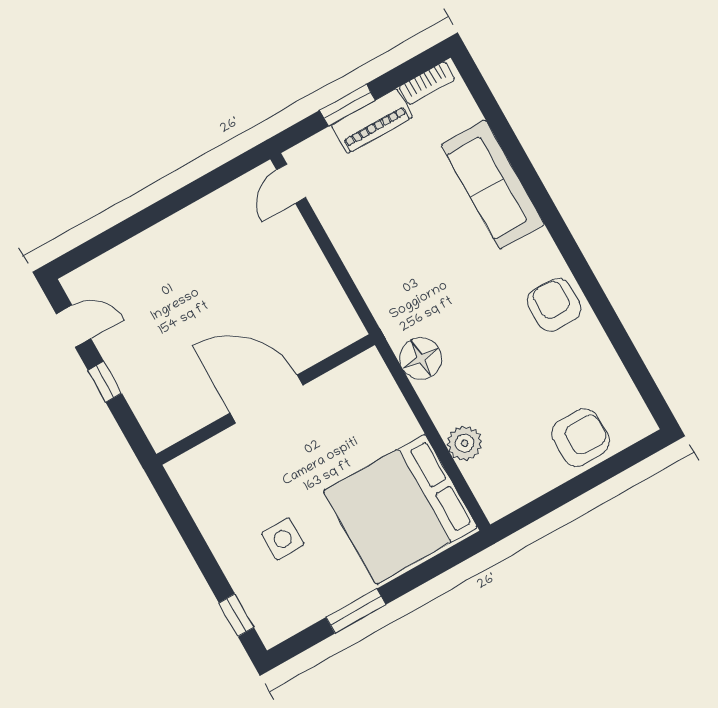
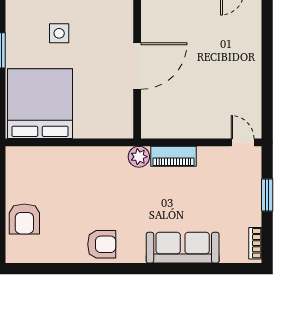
piano: (372, 121) -> (174, 156), moved, turned -90
floor lamp: (421, 359) -> (113, 159), removed
plant: (465, 443) -> (139, 157), moved

